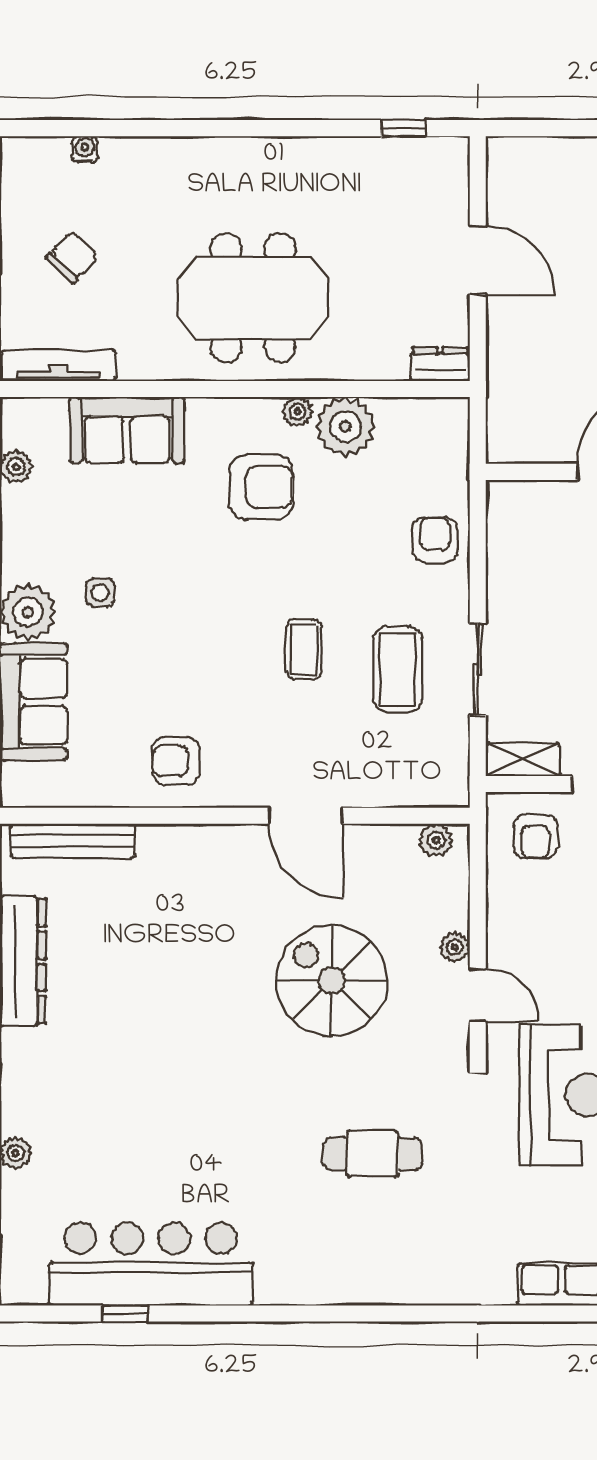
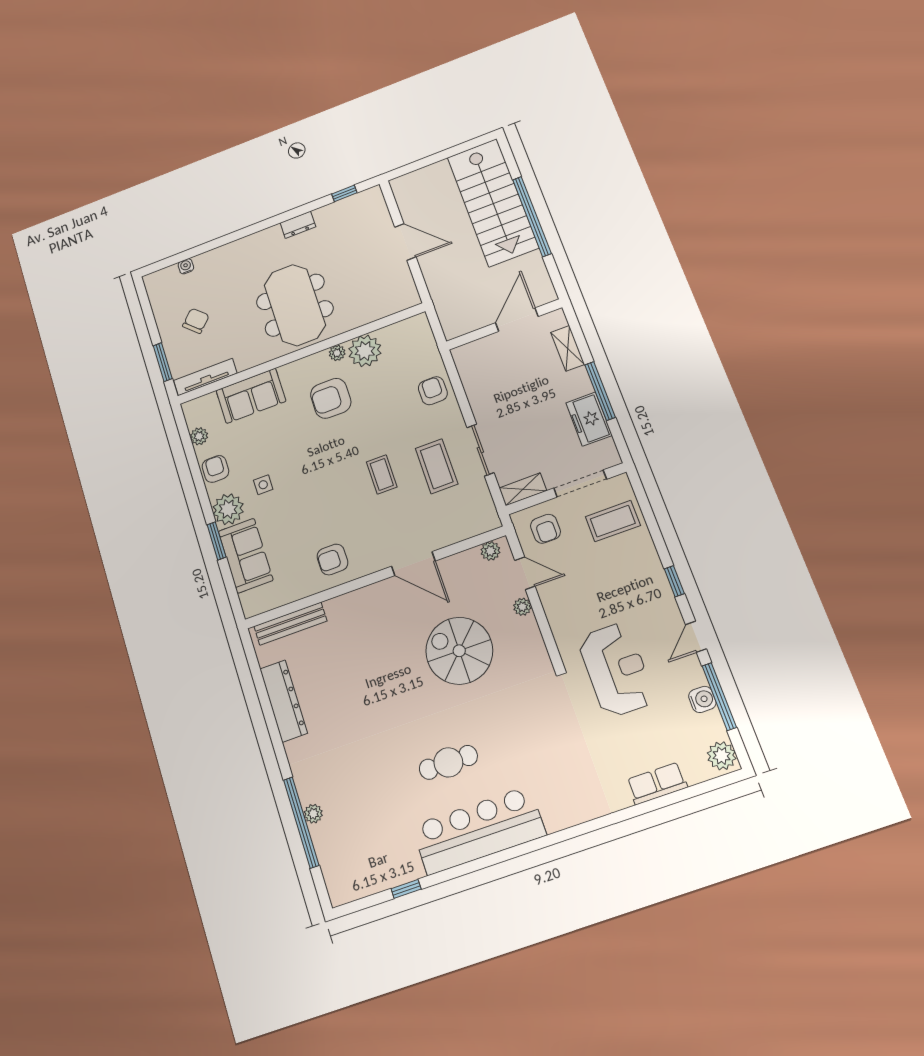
meeting table: (253, 298) -> (295, 305), turned 90
dresser: (440, 364) -> (298, 225), moved, turned 180
armchair: (261, 487) -> (331, 398), turned 180
armchair: (27, 535) -> (215, 469), added
door: (478, 995) -> (525, 573), moved
cafe table: (372, 1154) -> (448, 762), moved
bar counter: (151, 1264) -> (479, 830), moved

